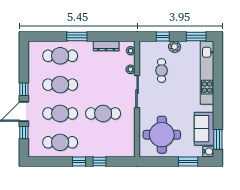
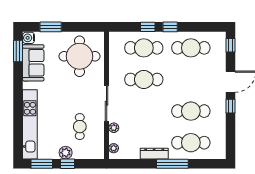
window: (77, 37) -> (172, 164), width x1.44
window: (163, 37) -> (67, 164), moved
dresser: (106, 46) -> (154, 154), moved
cafe table: (60, 113) -> (144, 48), moved
window: (24, 133) -> (230, 45), moved

